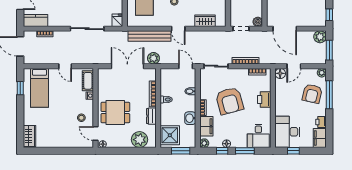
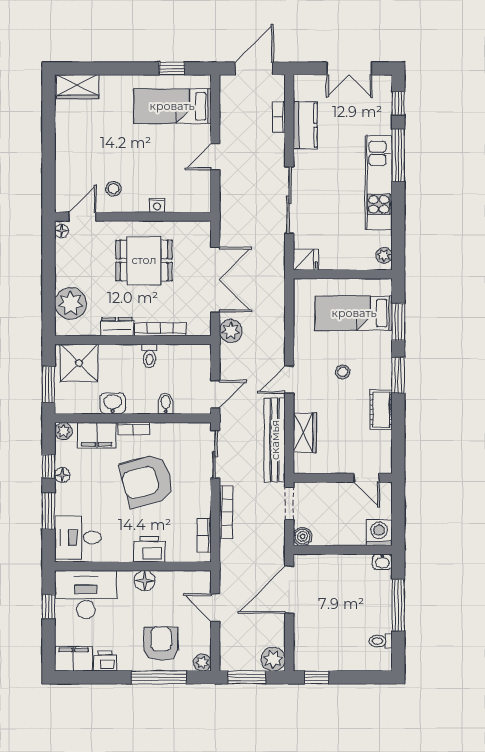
kitchen counter: (36, 20) -> (305, 125), moved
bench: (150, 36) -> (275, 440), moved
floor lamp: (280, 73) -> (145, 581), moved
cot: (88, 81) -> (186, 202), removed
armchair: (312, 94) -> (161, 644), turned 77
dining table: (115, 113) -> (144, 260), moved, turned 90

